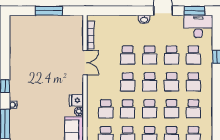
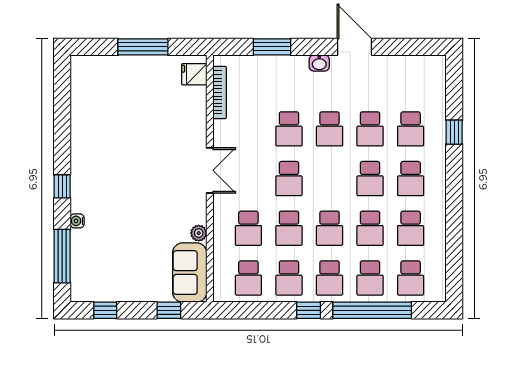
window: (194, 11) -> (272, 47), moved
desk: (198, 26) -> (420, 76), removed
double door: (85, 63) -> (210, 170), moved
school desk: (150, 82) -> (329, 179), removed
fridge: (76, 100) -> (194, 74), moved

